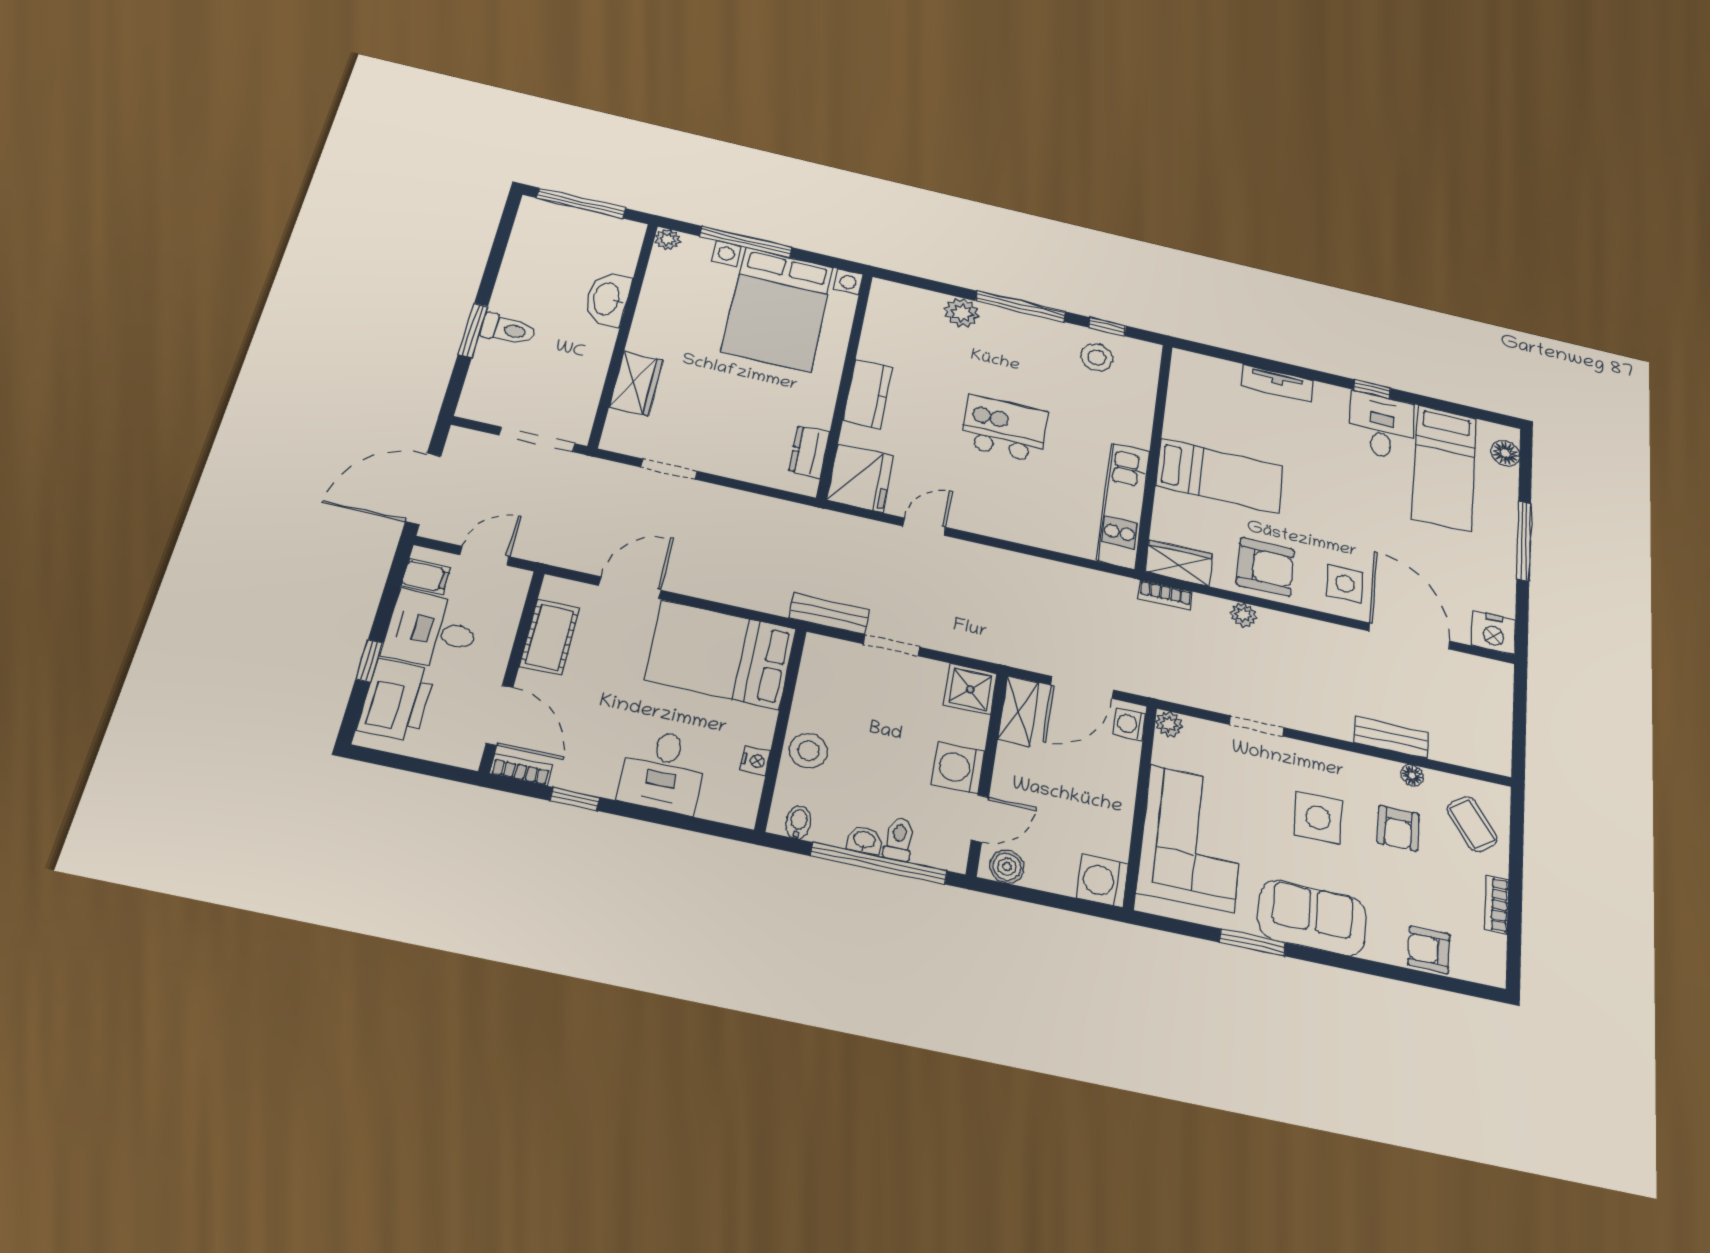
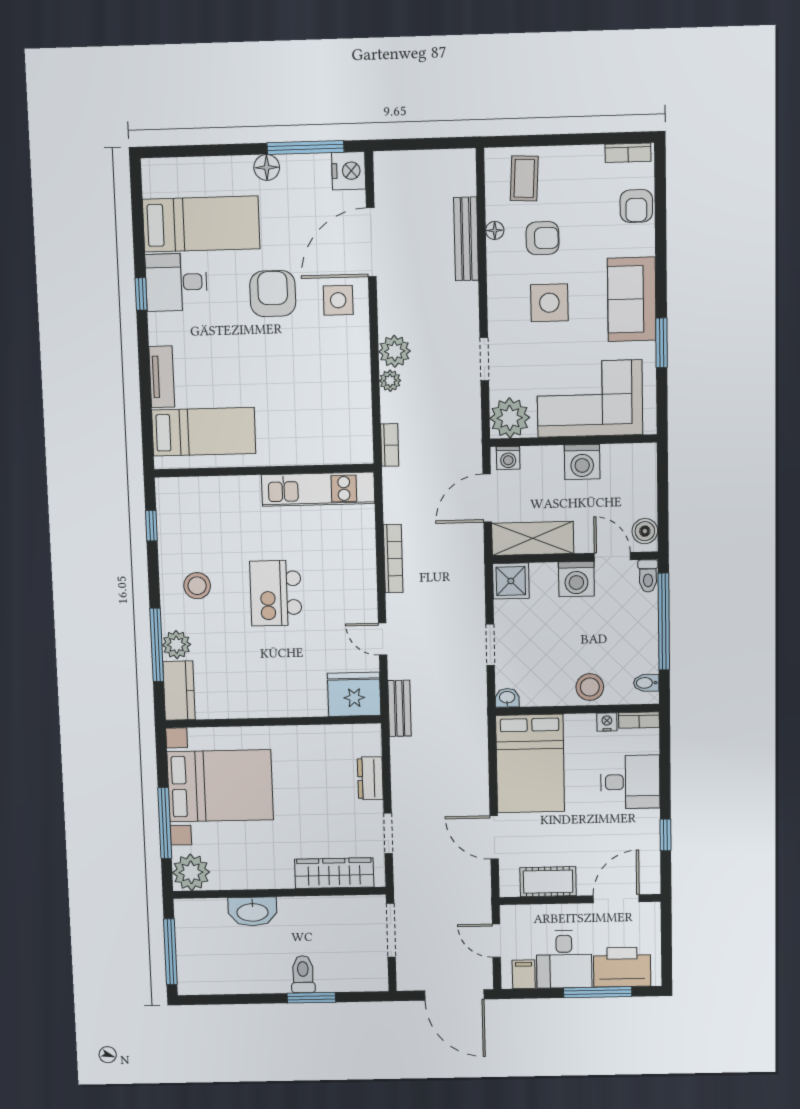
plant: (668, 239) -> (191, 872), width x1.88, depth x1.88
window: (1020, 306) -> (157, 645), moved
stool: (1097, 357) -> (197, 586), moved
wardrobe: (636, 383) -> (334, 873), width x1.50
kitchen counter: (868, 394) -> (179, 691), moved, turned 90
dresser: (809, 452) -> (370, 778), moved, turned 90
floor lamp: (1505, 453) -> (267, 167), moved
bed: (1220, 476) -> (204, 432), moved, turned 90
window: (1524, 541) -> (306, 147), moved
wardrobe: (1179, 563) -> (358, 438), removed
bookcase: (1024, 564) -> (393, 559), added
armchair: (1265, 567) -> (273, 294), moved
bench: (829, 614) -> (399, 708), moved
plant: (1278, 629) -> (395, 351), added
window: (369, 661) -> (598, 992), width x2.17
door: (1082, 687) -> (487, 498), swing flipped
shelving: (1018, 711) -> (533, 538), width x1.50, depth x1.33
plant: (1169, 724) -> (510, 418), width x1.88, depth x1.88
bench: (1391, 738) -> (466, 239), width x1.36
bookcase: (521, 769) -> (639, 720), moved, turned -90
coffee table: (1472, 824) -> (524, 178), turned -51
toilet: (899, 839) -> (648, 576), moved, turned -90
washbasin: (864, 840) -> (507, 698), moved, turned 90
washing machine: (1102, 881) -> (582, 462), moved
bookcase: (1497, 905) -> (628, 153), moved

